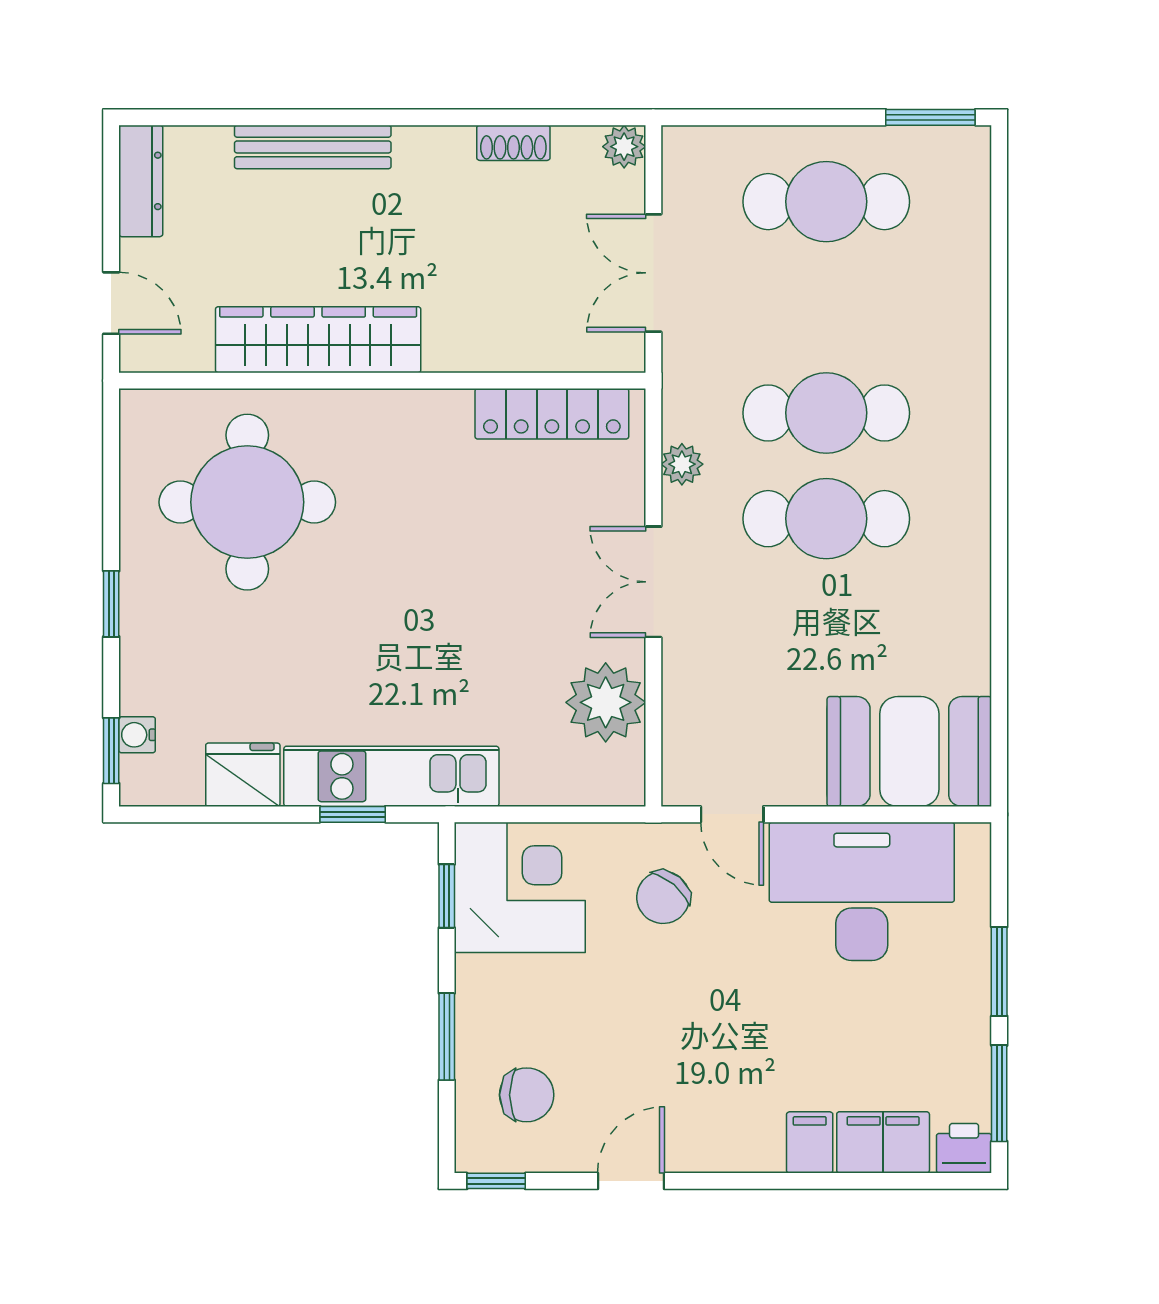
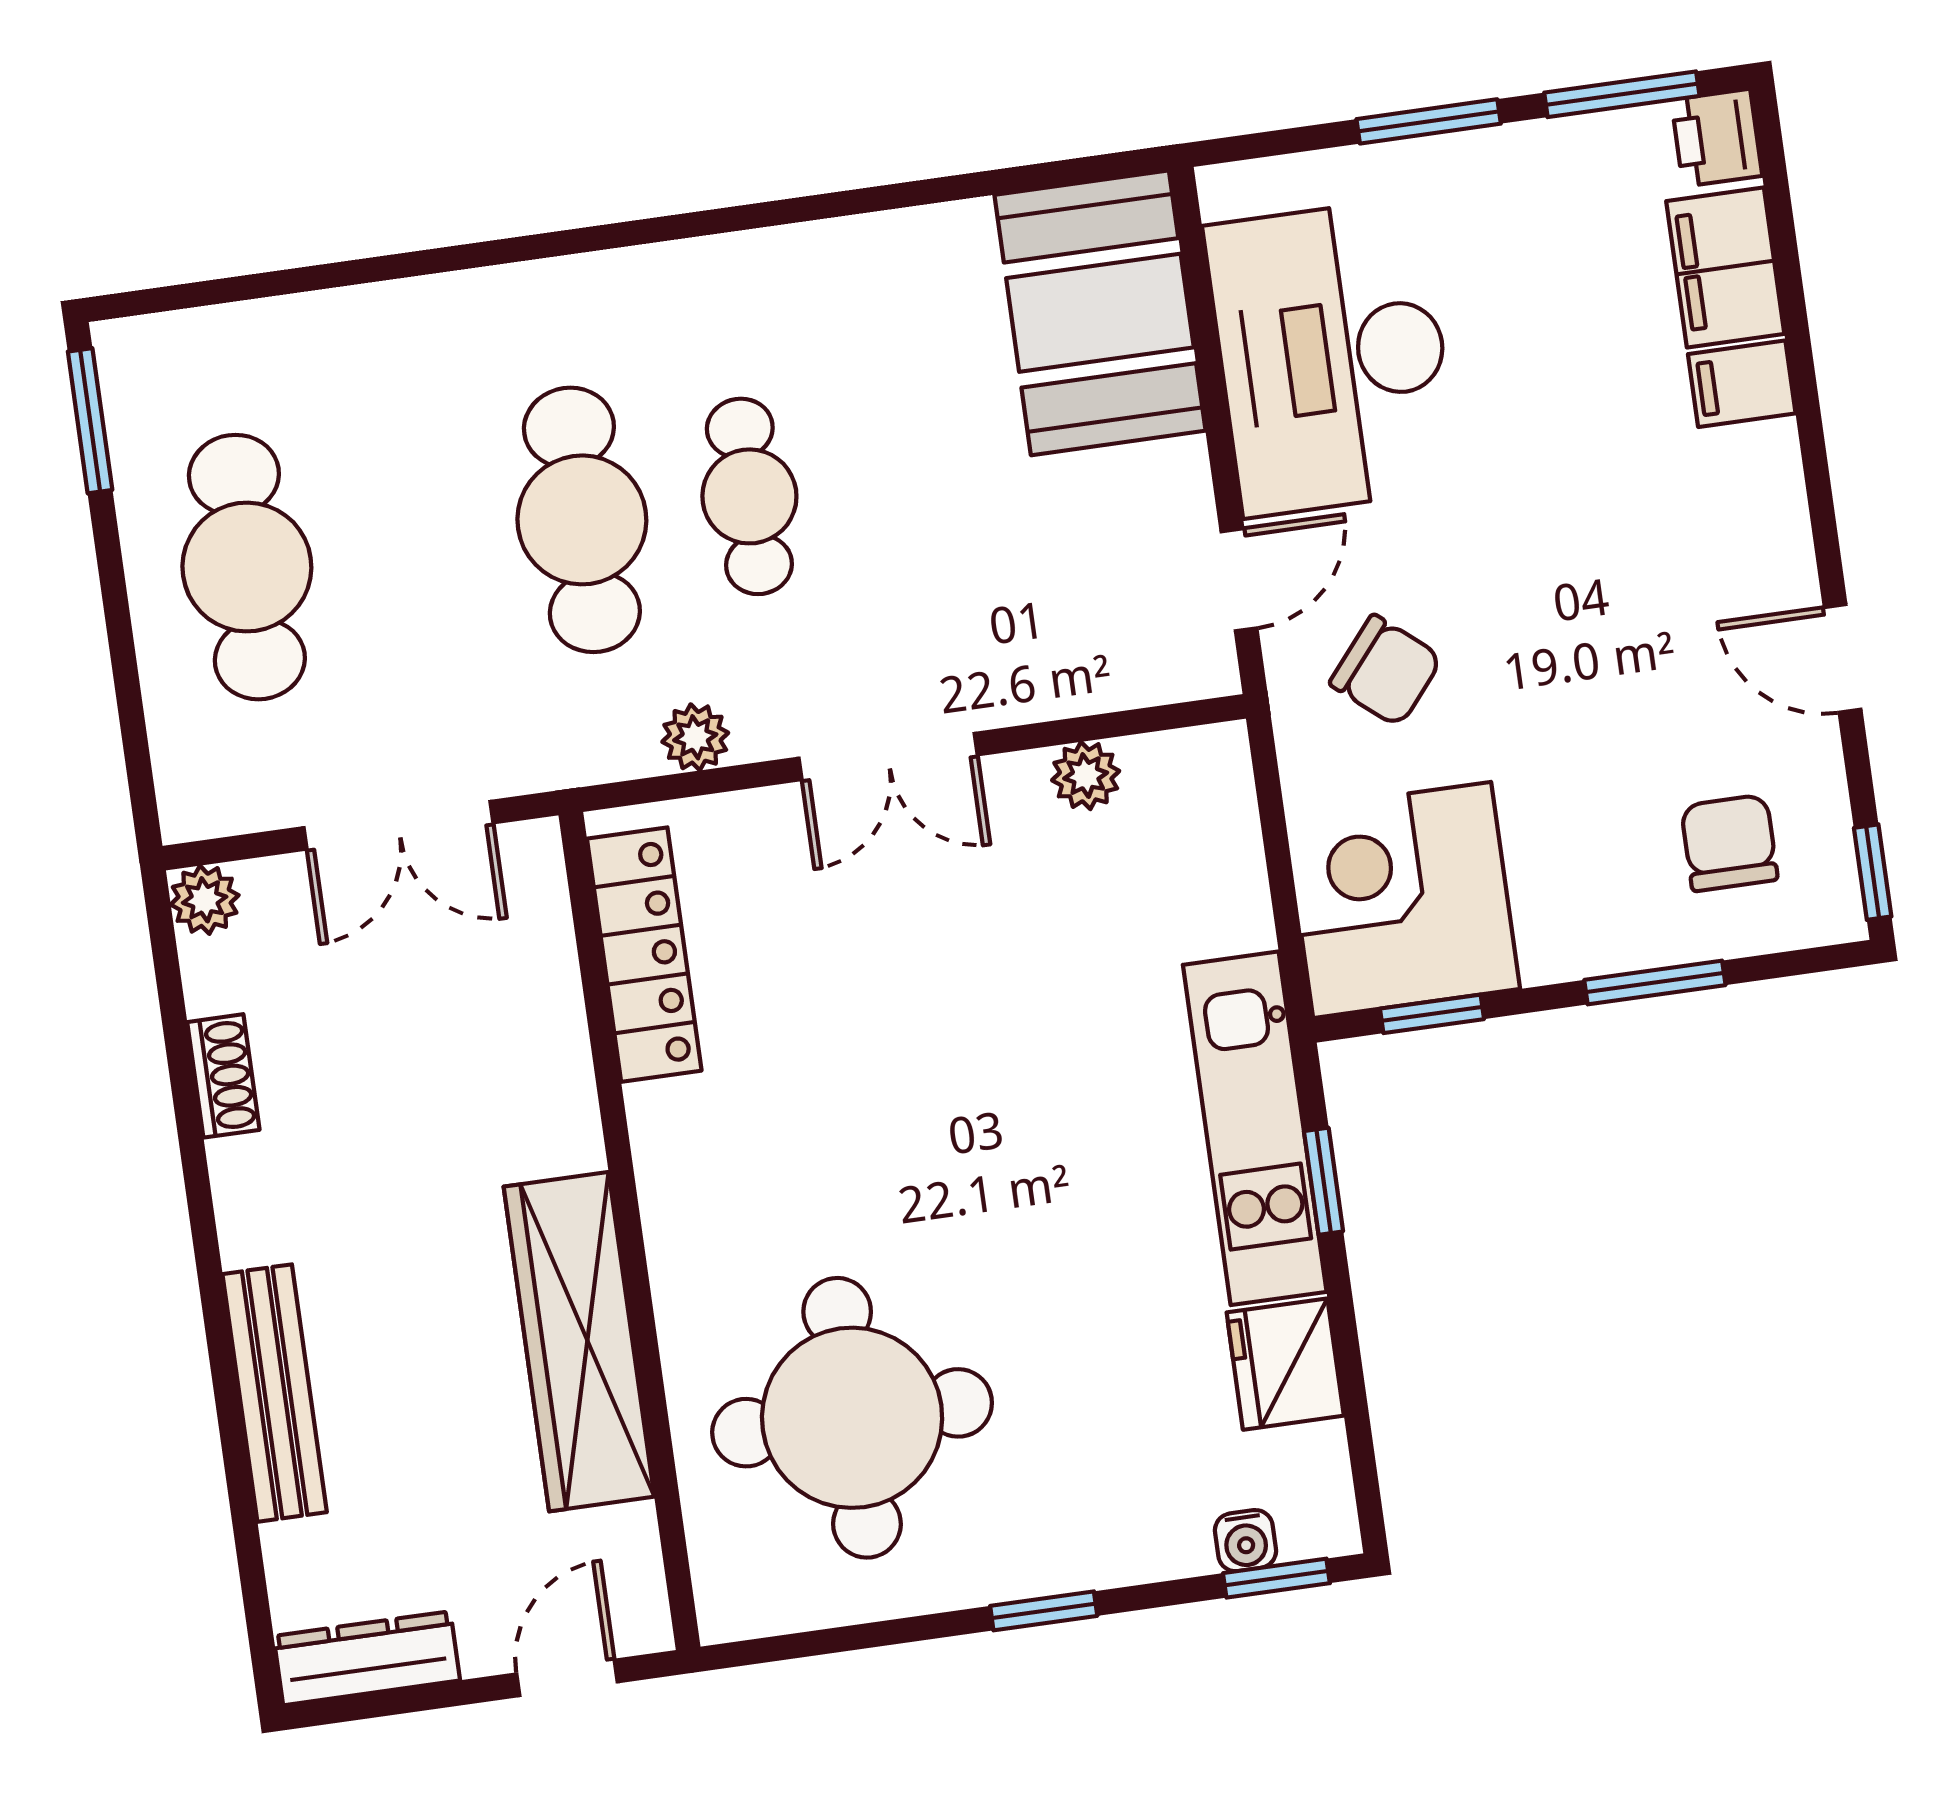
cafe table: (826, 519) -> (749, 496), width x0.73, depth x0.74
plant: (606, 702) -> (1086, 776), width x0.53, depth x0.53

